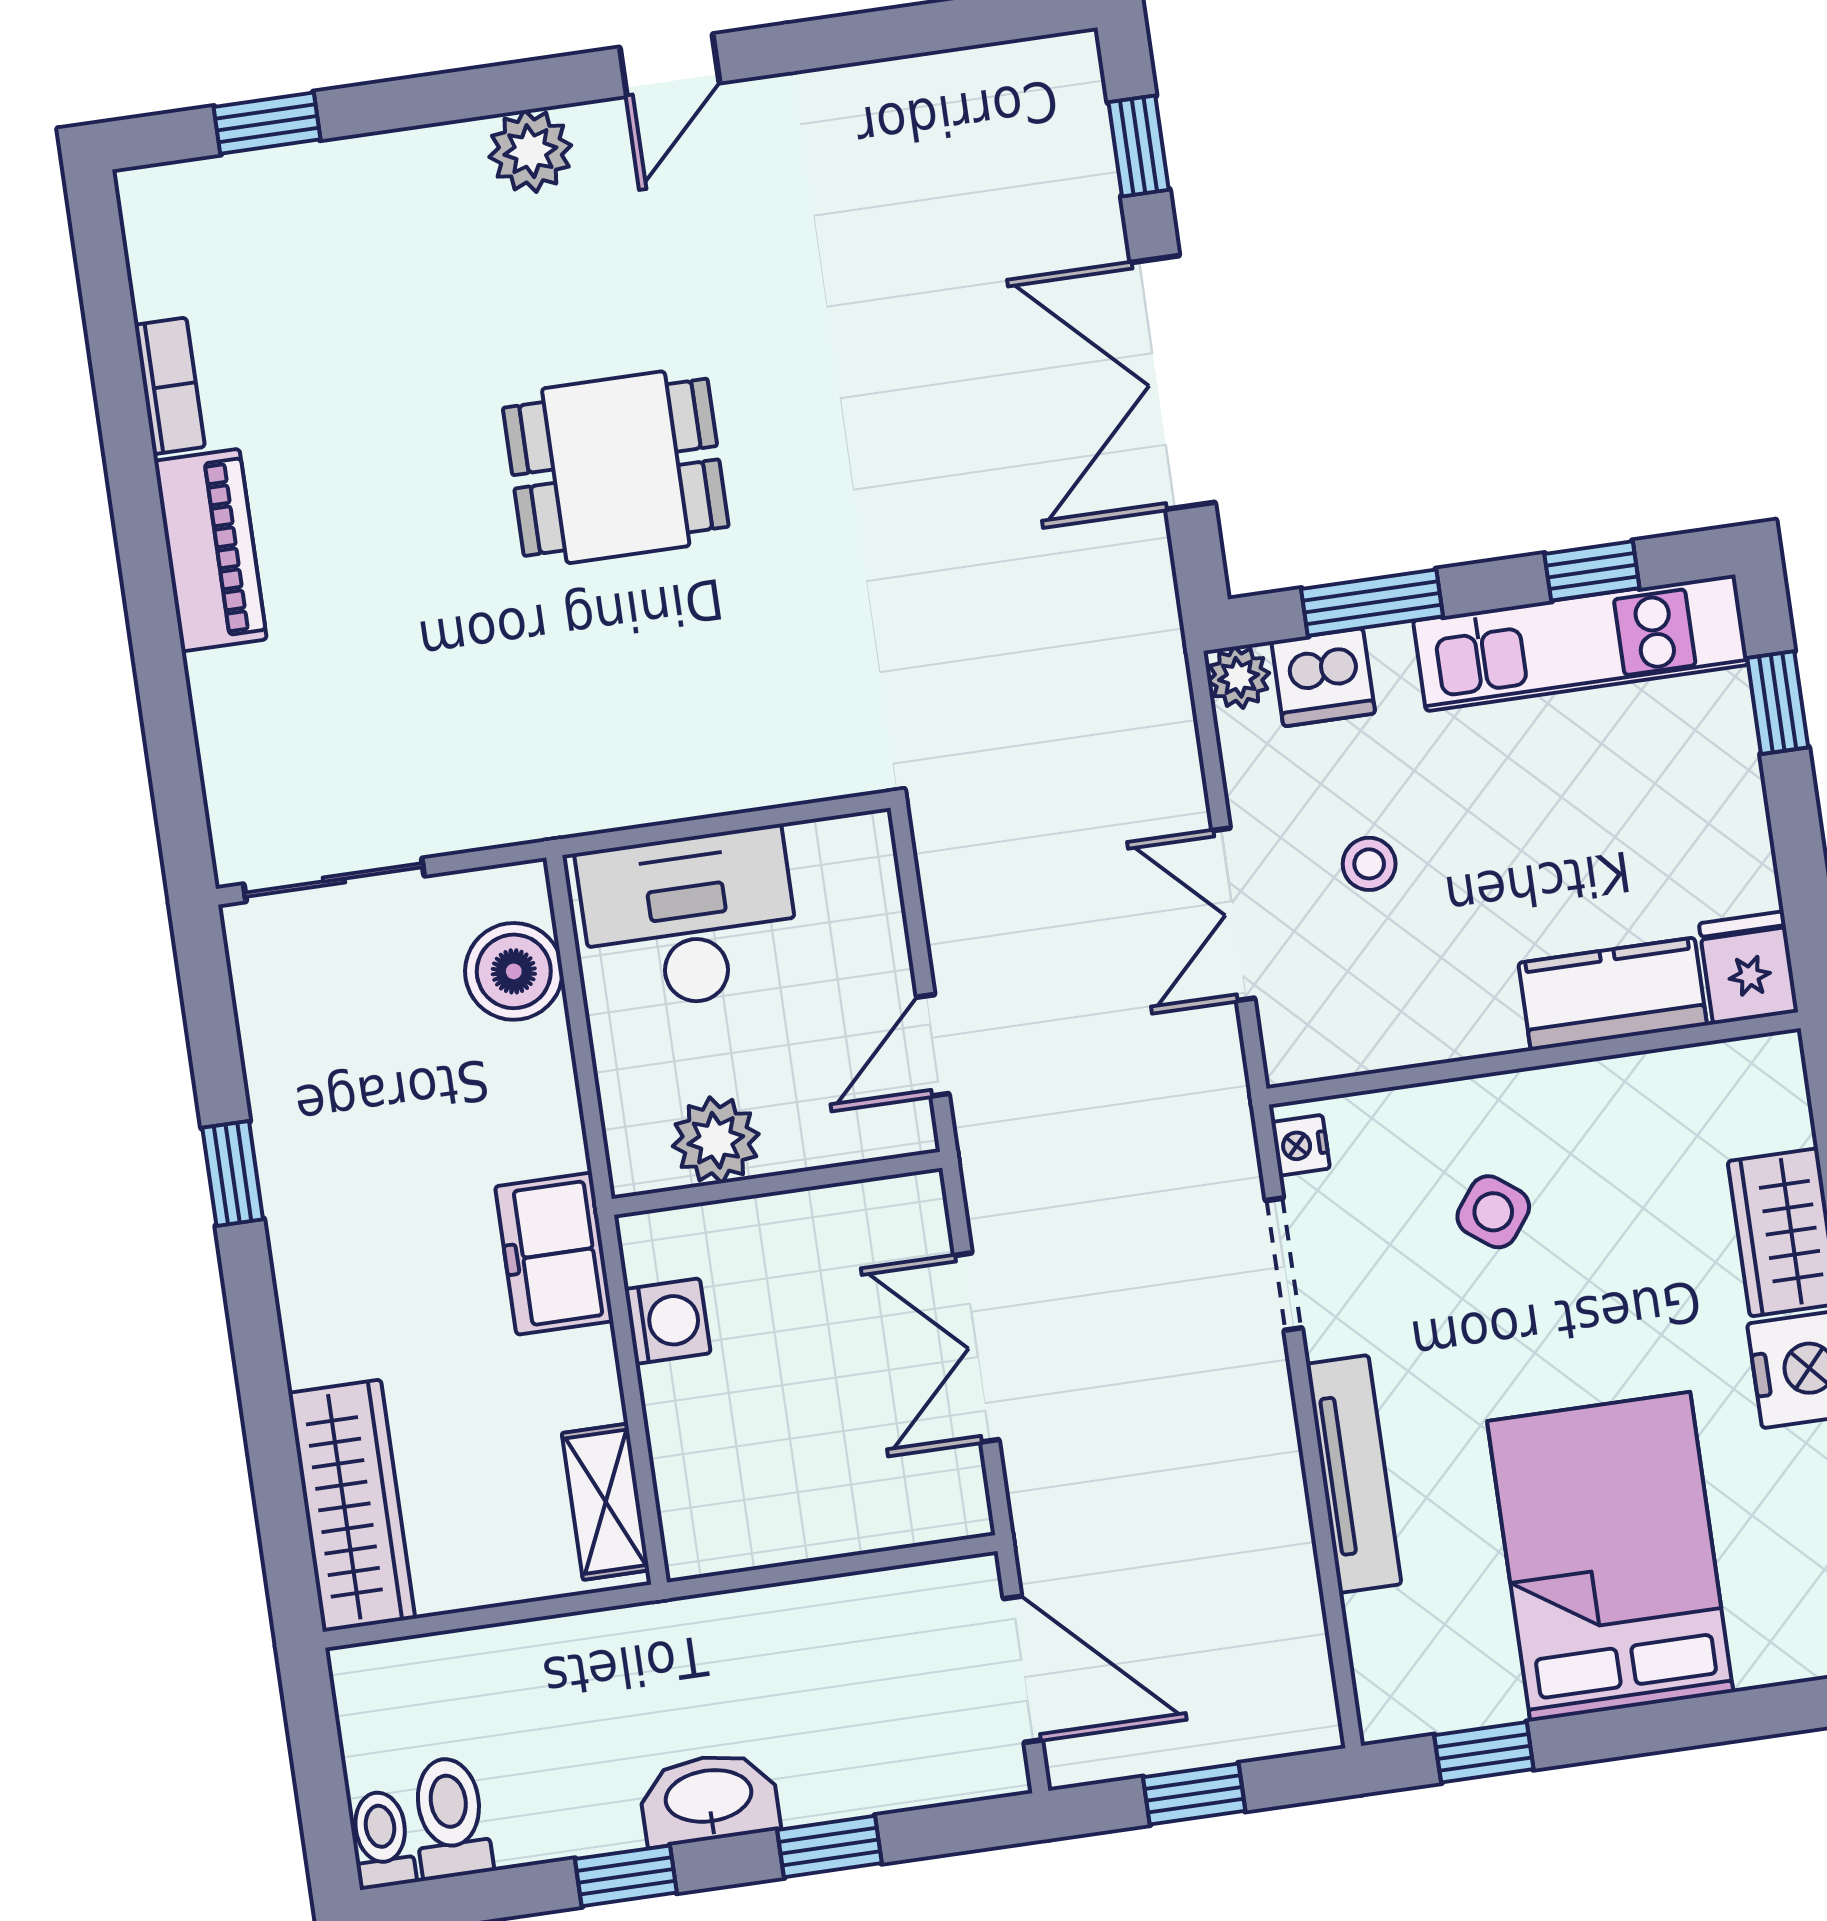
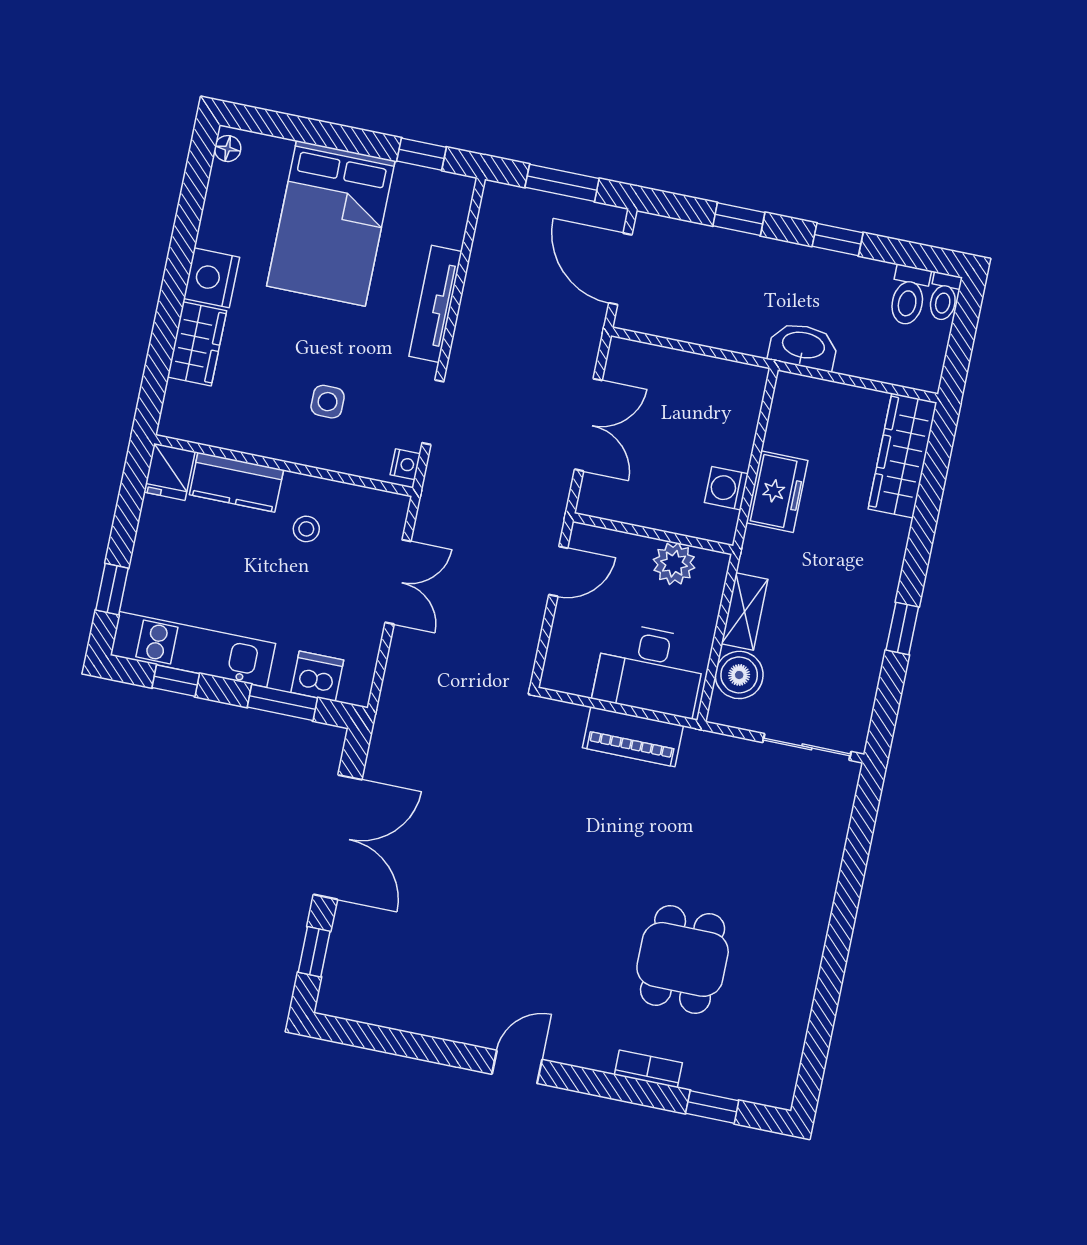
plant: (530, 151) -> (595, 1050), removed
bookcase: (170, 386) -> (648, 1069), moved, turned 90
dining table: (616, 467) -> (683, 959), moved, turned 90
piano: (210, 550) -> (633, 737), moved, turned -90
plant: (1239, 677) -> (356, 690), removed
stool: (1369, 864) -> (306, 529), moved
side table: (1493, 1212) -> (328, 402), turned -37
freezer: (554, 1254) -> (777, 492), moved
shelving: (606, 1502) -> (745, 611), moved
window: (1194, 1794) -> (562, 183), width x1.50
washbasin: (709, 1798) -> (803, 346), moved, turned 180

